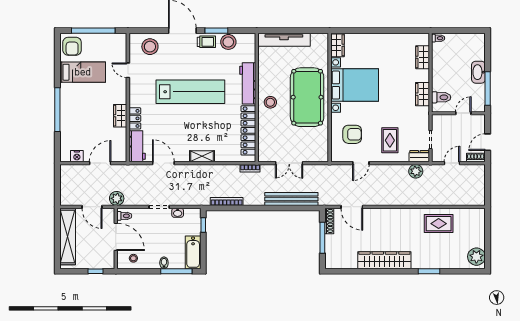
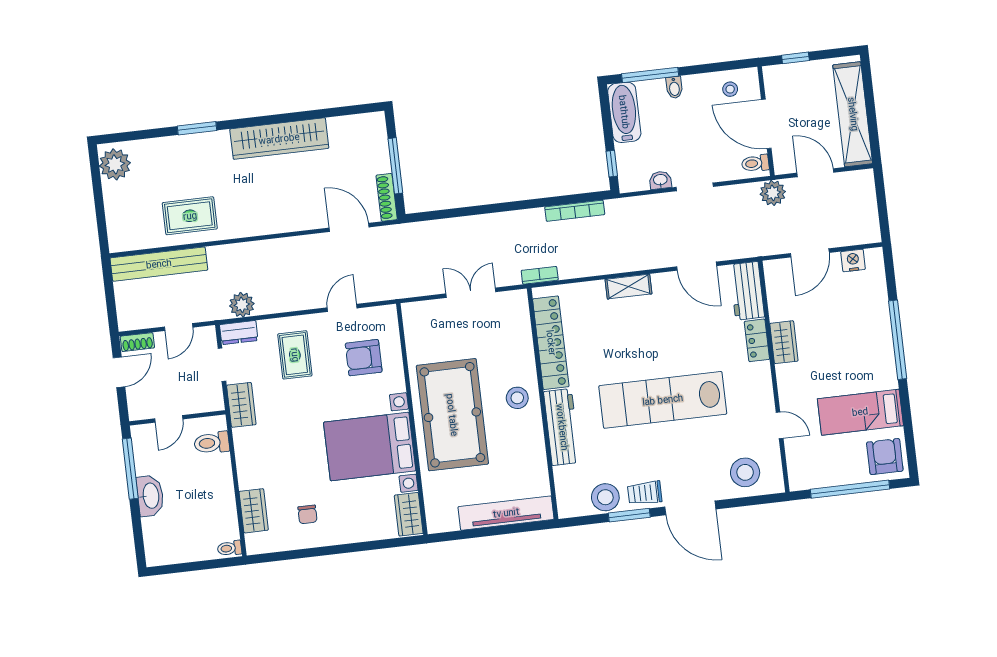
chair: (393, 52) -> (307, 514), added
wardrobe: (422, 94) -> (241, 405), moved
bench: (291, 199) -> (159, 264), moved

